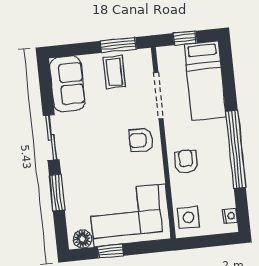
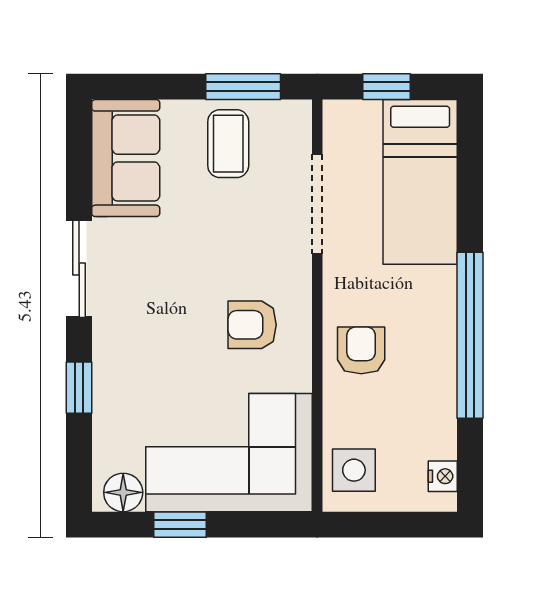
armchair: (141, 140) -> (252, 325), moved
window: (57, 193) -> (79, 388), width x0.67

